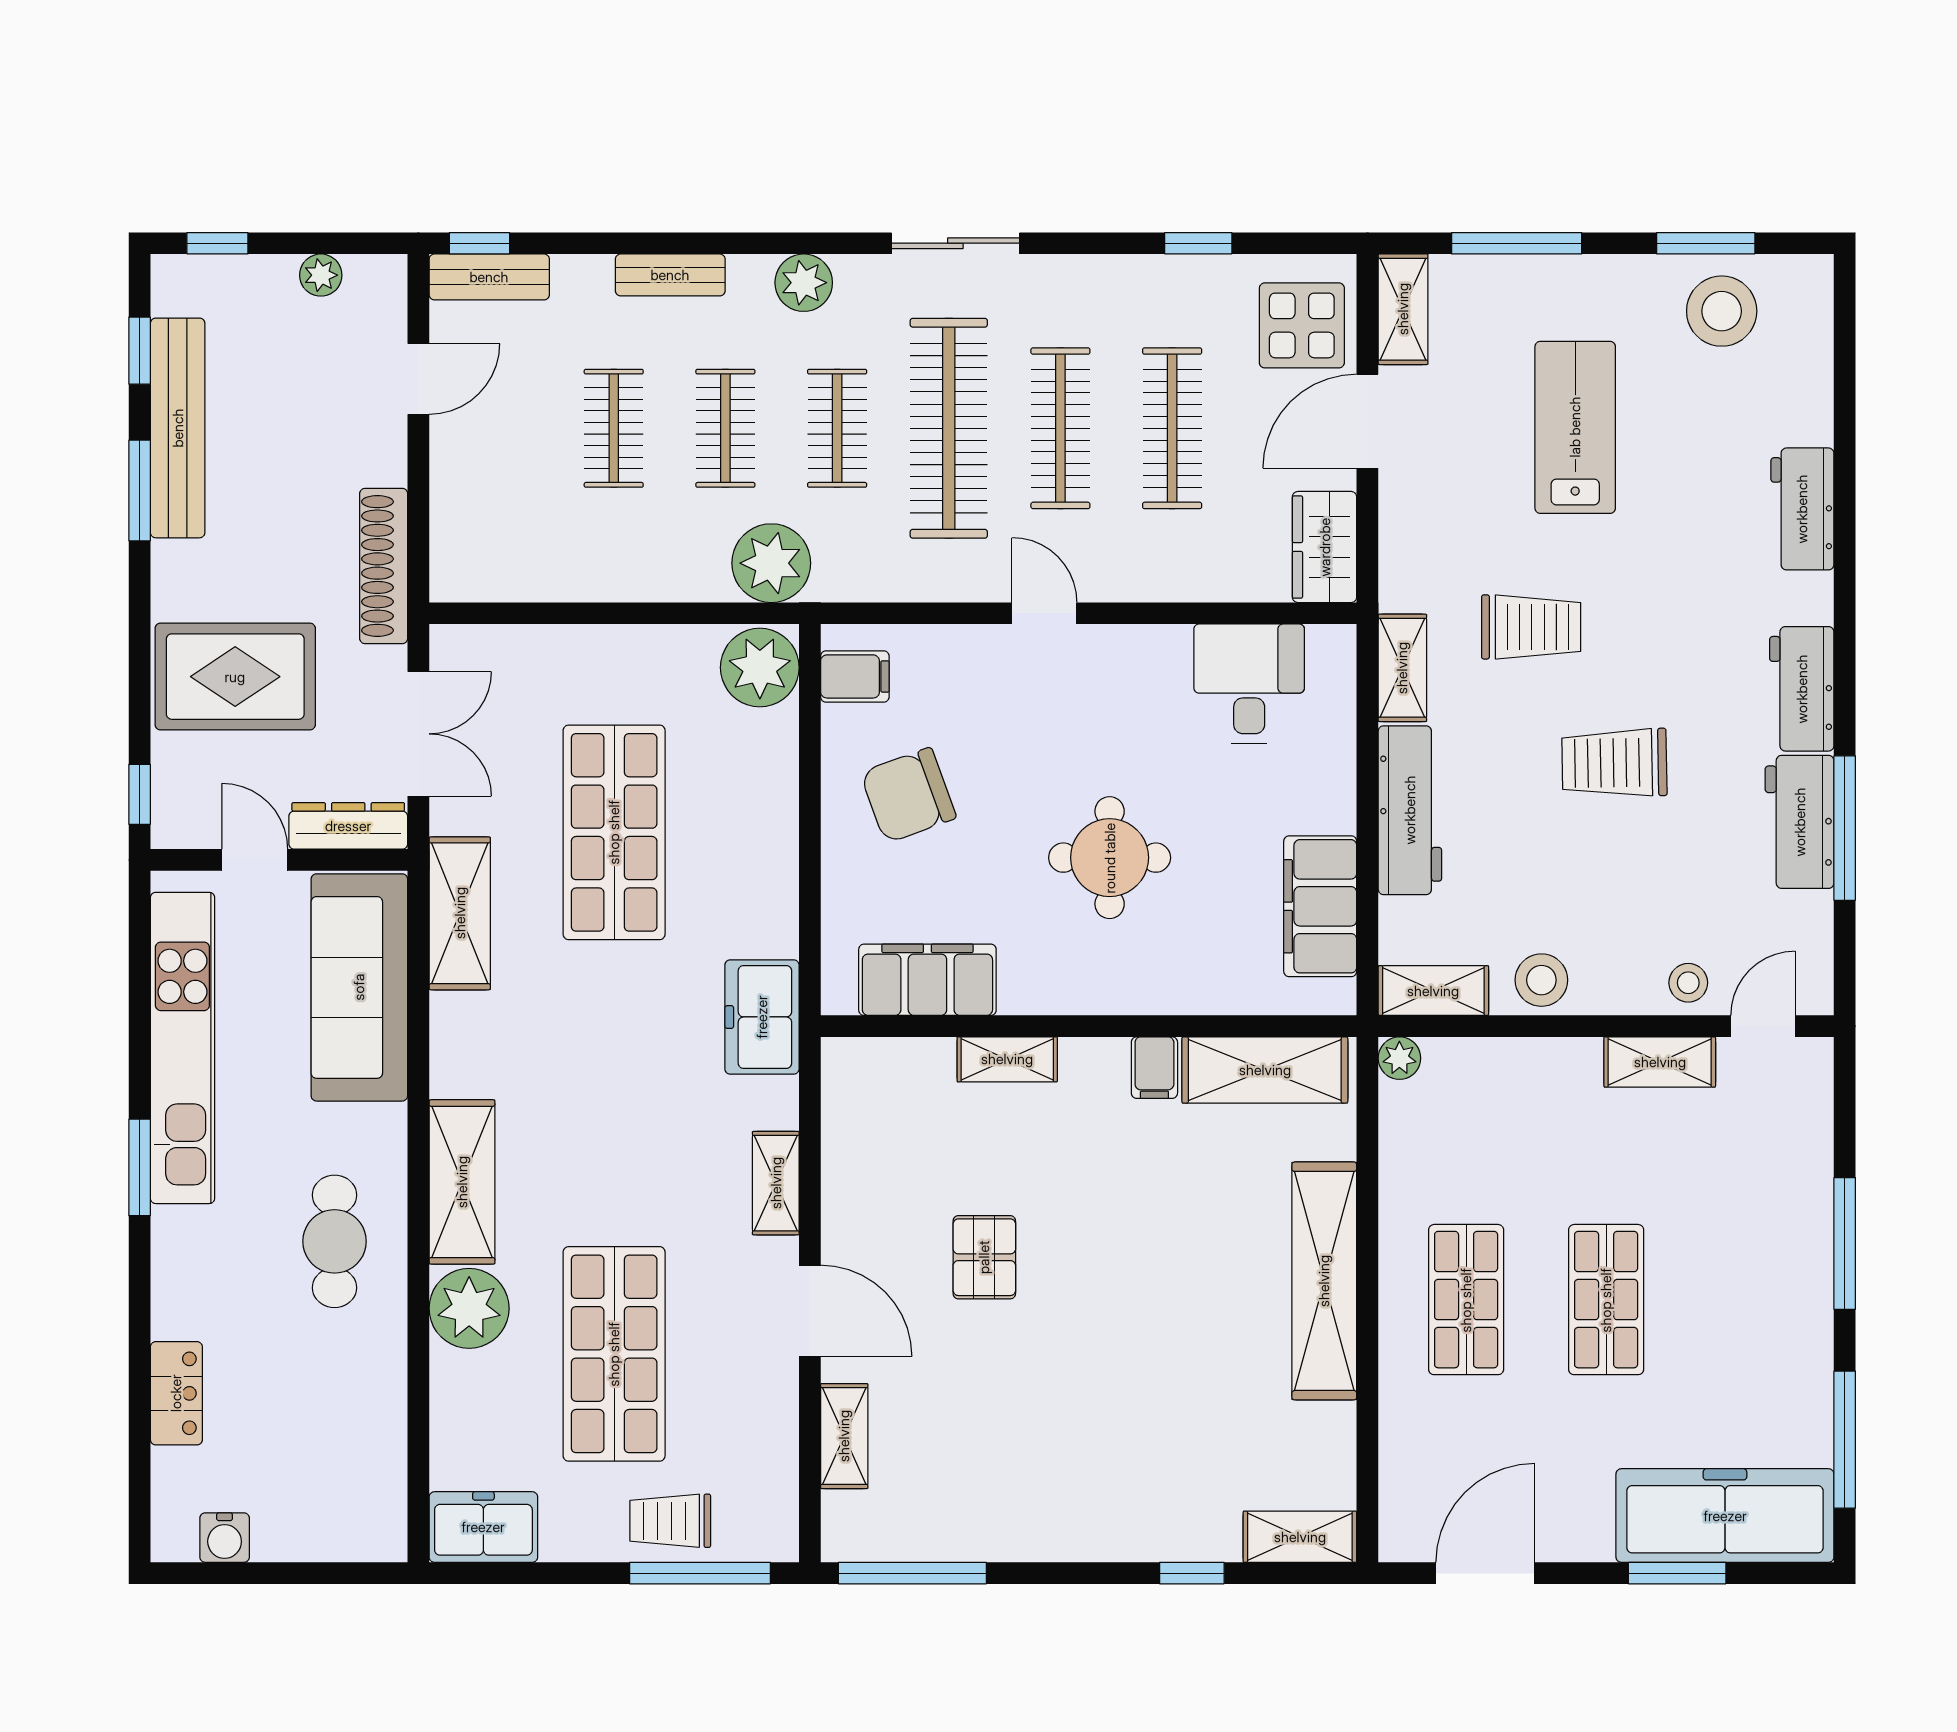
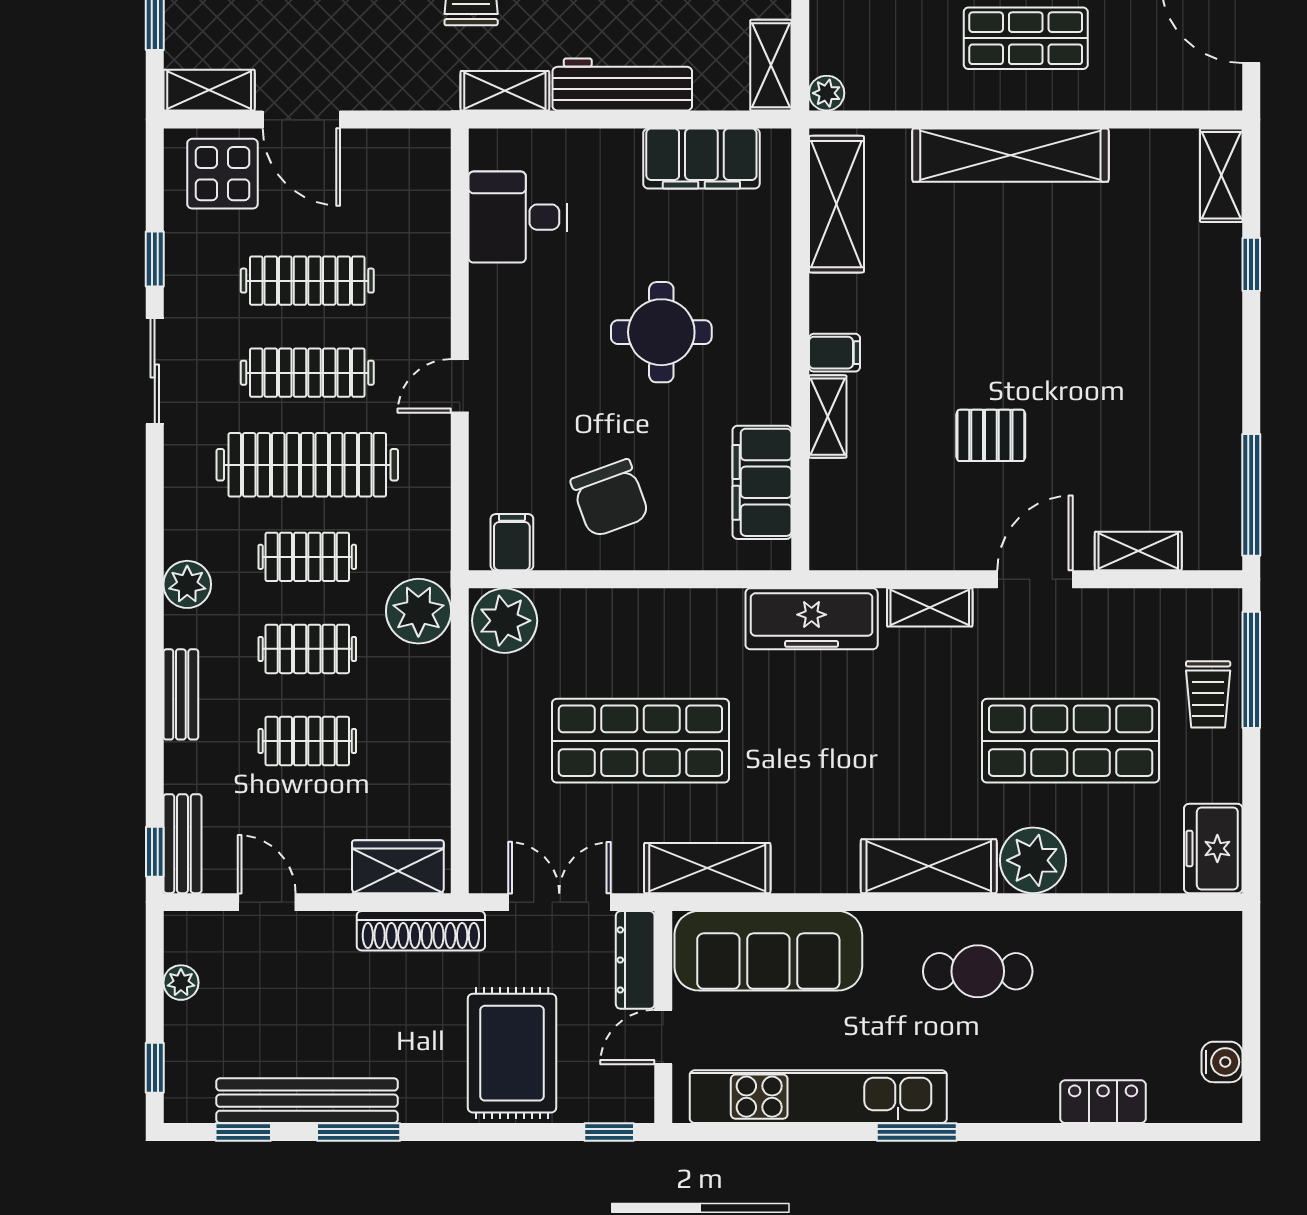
sliding door: (955, 243) -> (155, 371), moved
wardrobe: (1325, 547) -> (398, 867), moved, turned 180
freezer: (762, 1017) -> (812, 619), width x1.40
filing cabinet: (1154, 1068) -> (834, 353), moved

